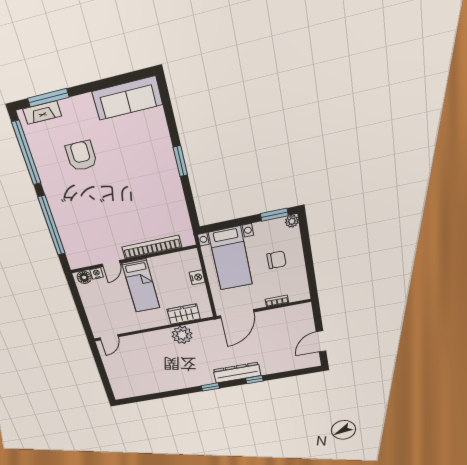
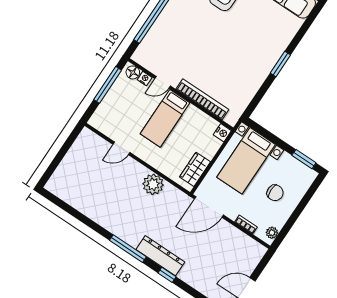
plant: (292, 221) -> (272, 233), moved
nightstand: (197, 277) -> (222, 133), moved
window: (78, 302) -> (108, 85), added
wardrobe: (184, 314) -> (195, 169), moved, turned -90
door: (109, 337) -> (121, 148), moved
window: (210, 387) -> (128, 249), width x2.17

